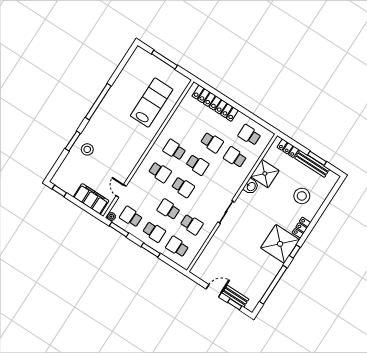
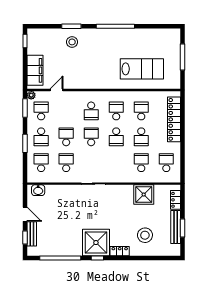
school desk: (189, 127) -> (141, 111), added
washbasin: (251, 186) -> (38, 190), moved
school desk: (183, 187) -> (91, 137), turned 180
school desk: (192, 224) -> (66, 163), turned 180

